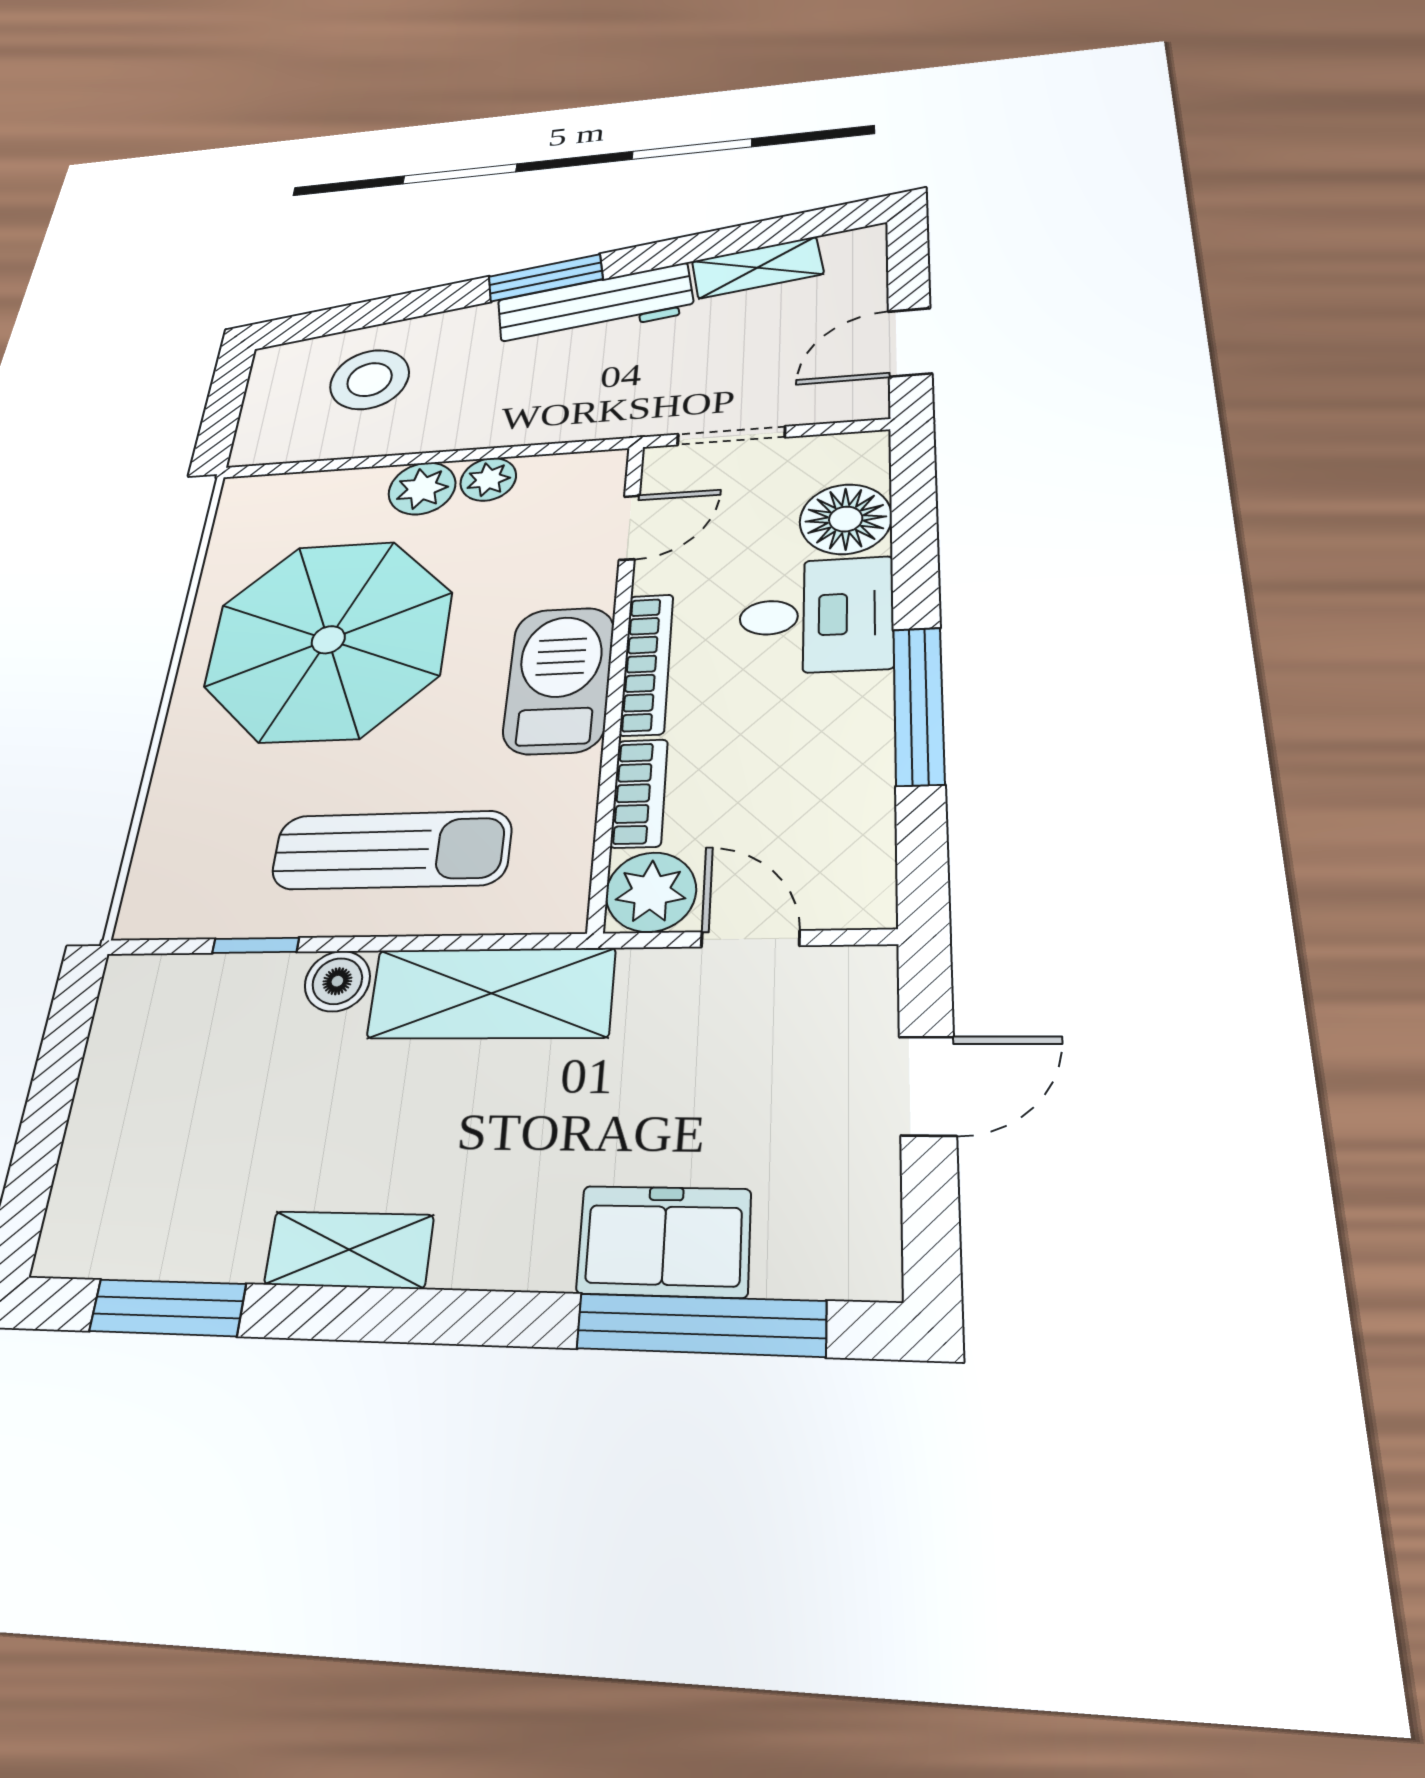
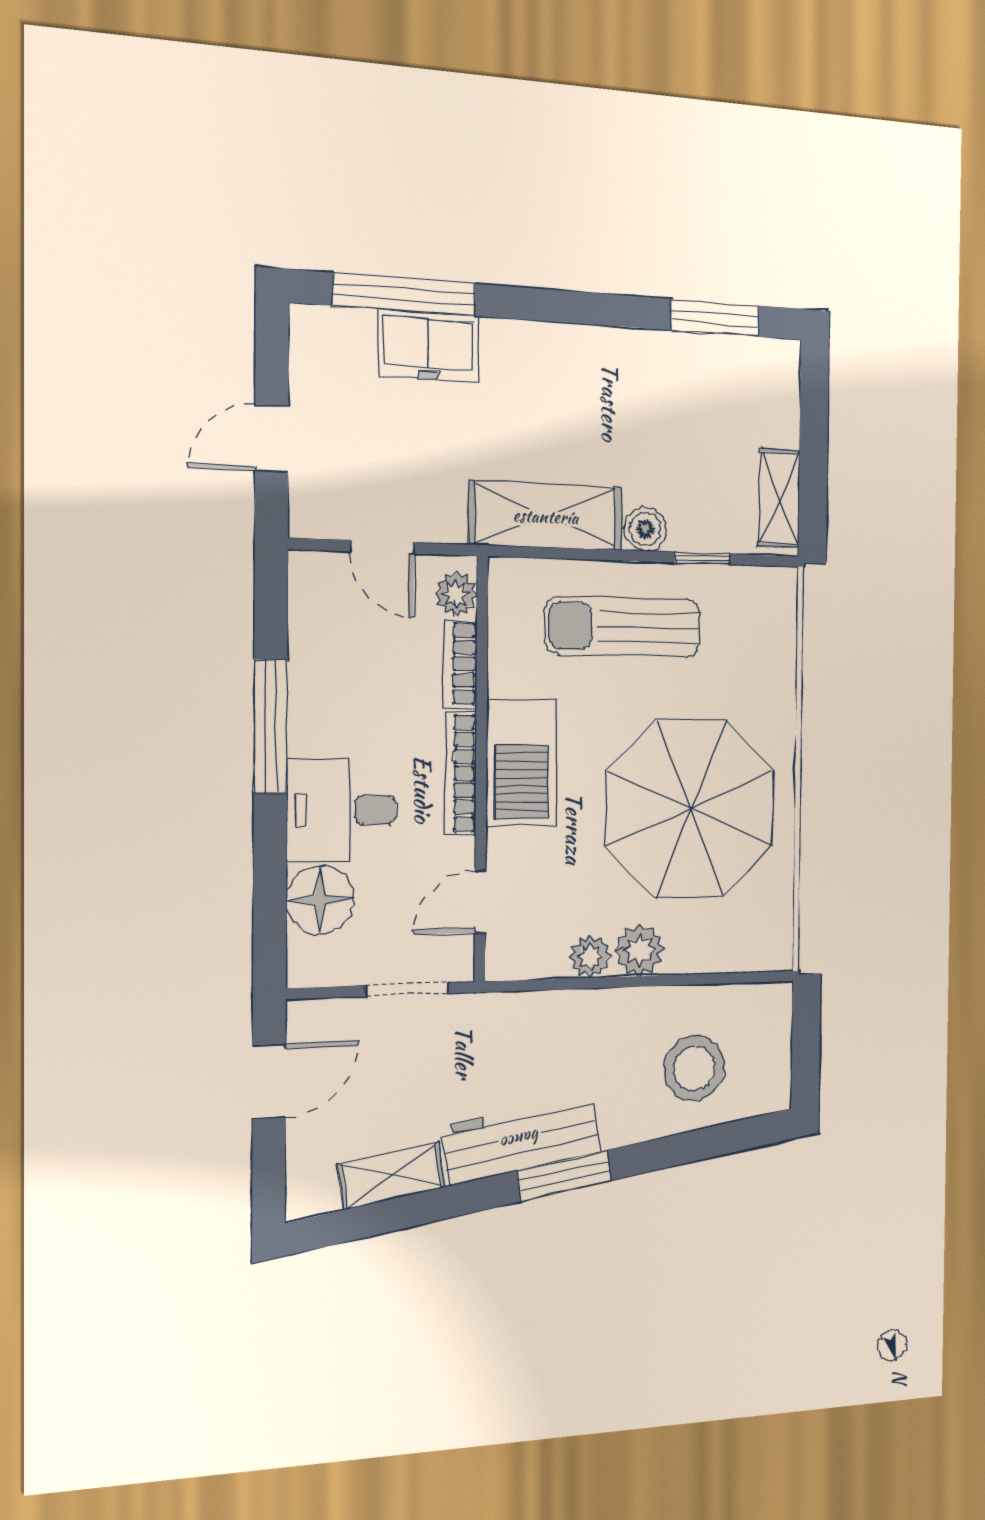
plant: (651, 892) -> (456, 594), width x0.73, depth x0.73
shelving: (349, 1250) -> (779, 498), moved, turned 90

